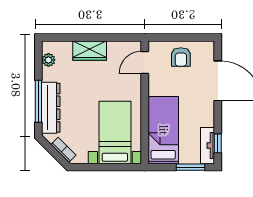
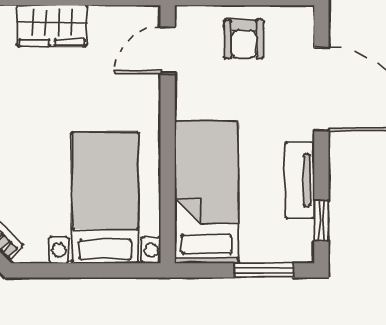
tv unit: (207, 146) -> (300, 180), moved

